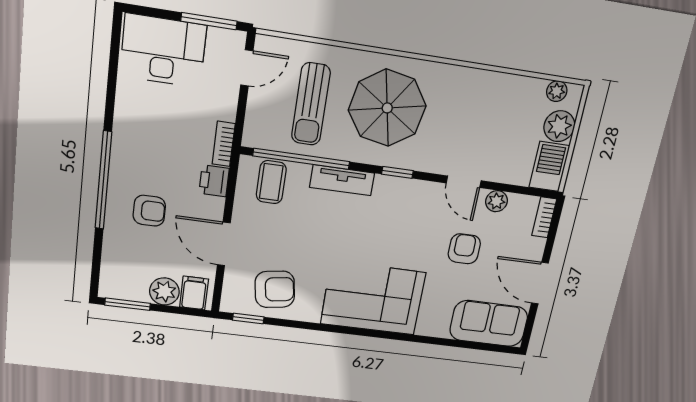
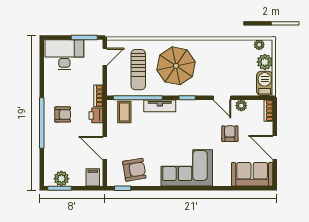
armchair: (149, 211) -> (63, 114), moved
plant: (164, 291) -> (61, 179), moved

